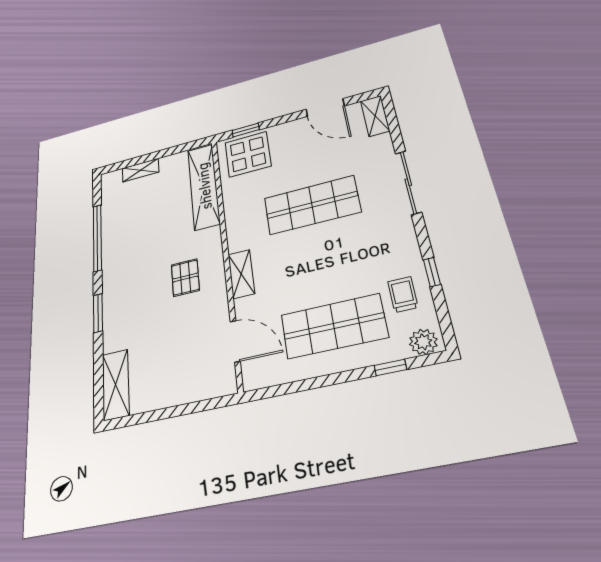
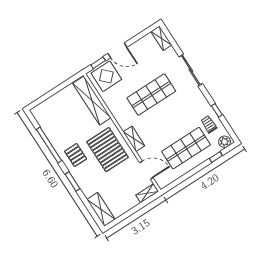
door: (325, 108) -> (117, 50), moved
shelving: (141, 170) -> (147, 193), moved
pallet: (128, 269) -> (76, 155), added
pallet: (185, 278) -> (107, 150), width x2.05, depth x2.00

